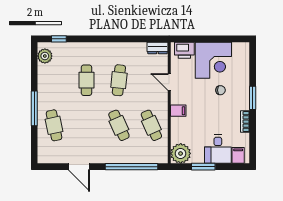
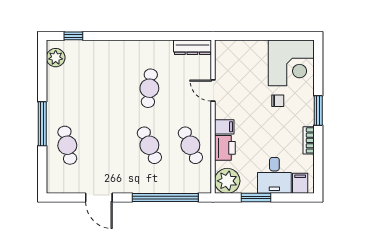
dresser: (158, 48) -> (192, 47), width x1.44
printer: (184, 50) -> (225, 148), moved, turned -90
corner desk: (213, 60) -> (291, 63), moved
cafe table: (86, 80) -> (108, 88), removed

